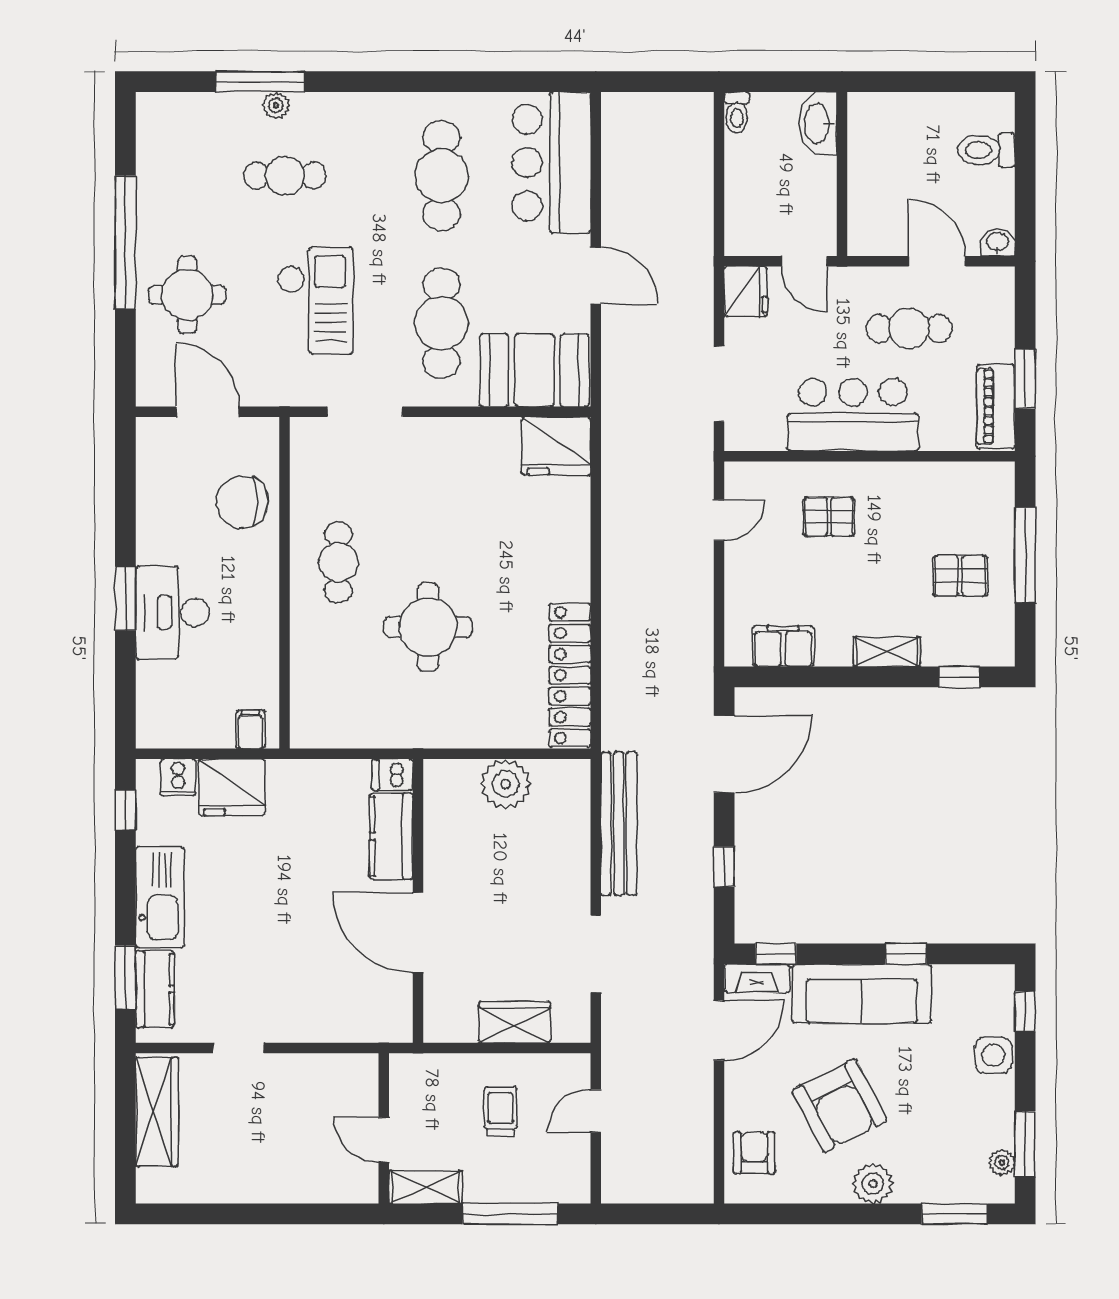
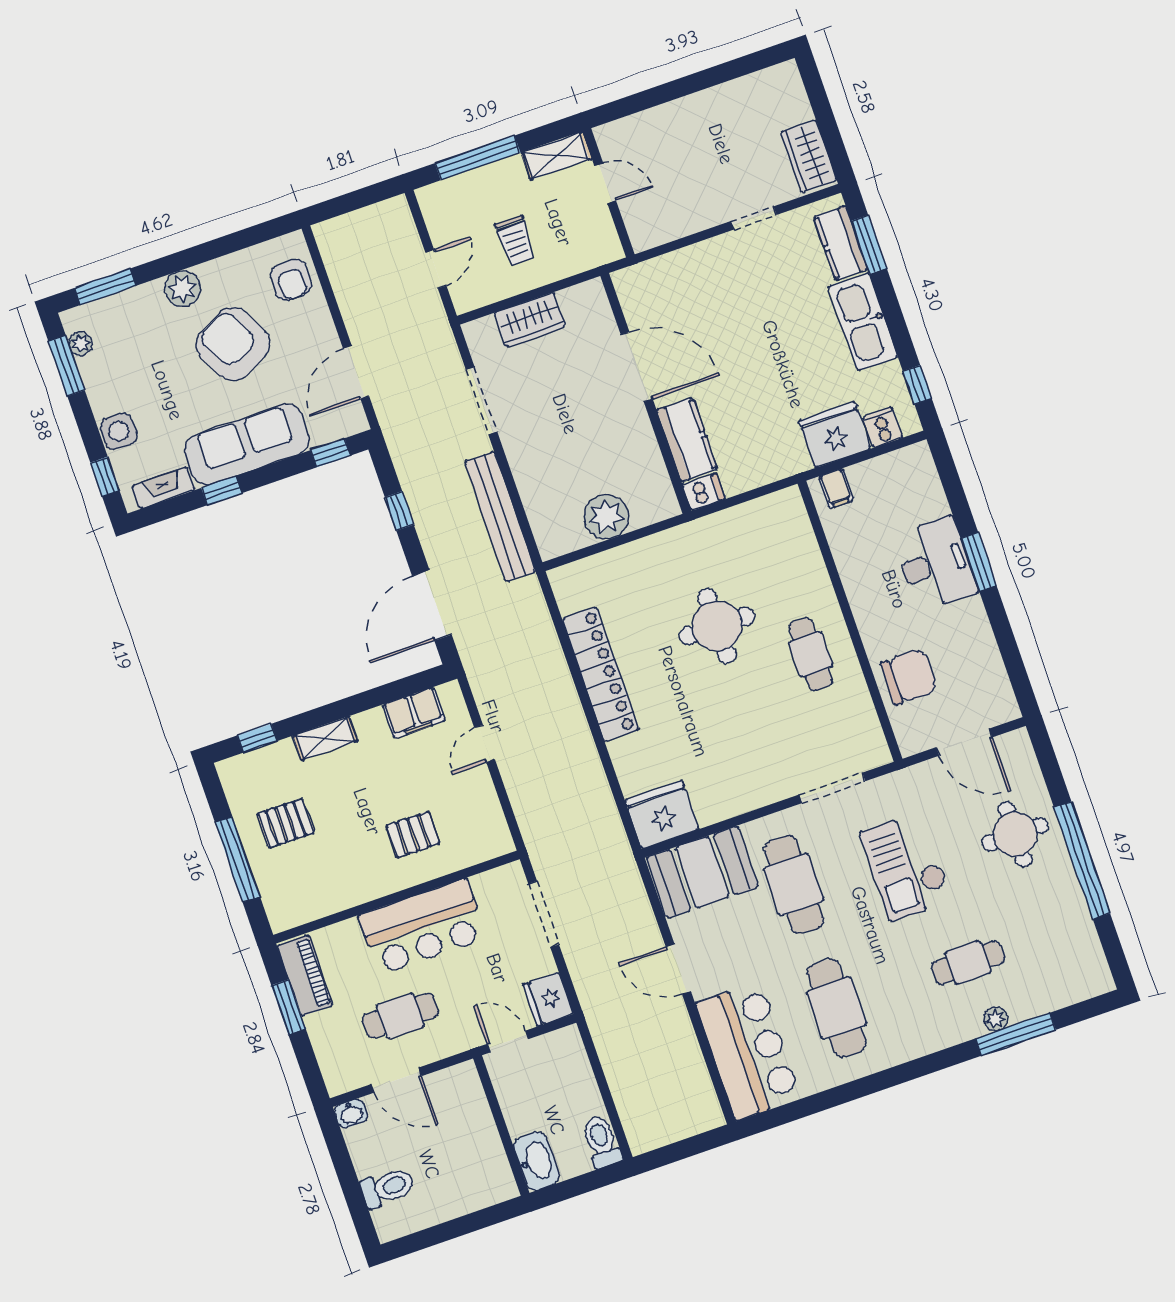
toilet: (737, 112) -> (601, 1141), width x1.37, depth x1.39
door: (719, 520) -> (485, 744), moved
locker: (570, 675) -> (600, 674), moved
fireplace: (757, 978) -> (163, 488), moved
wardrobe: (157, 1112) -> (809, 156), width x0.67

